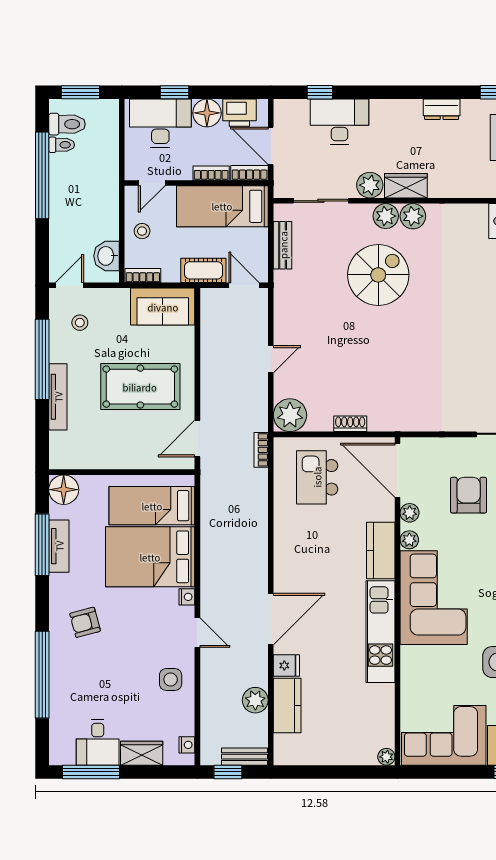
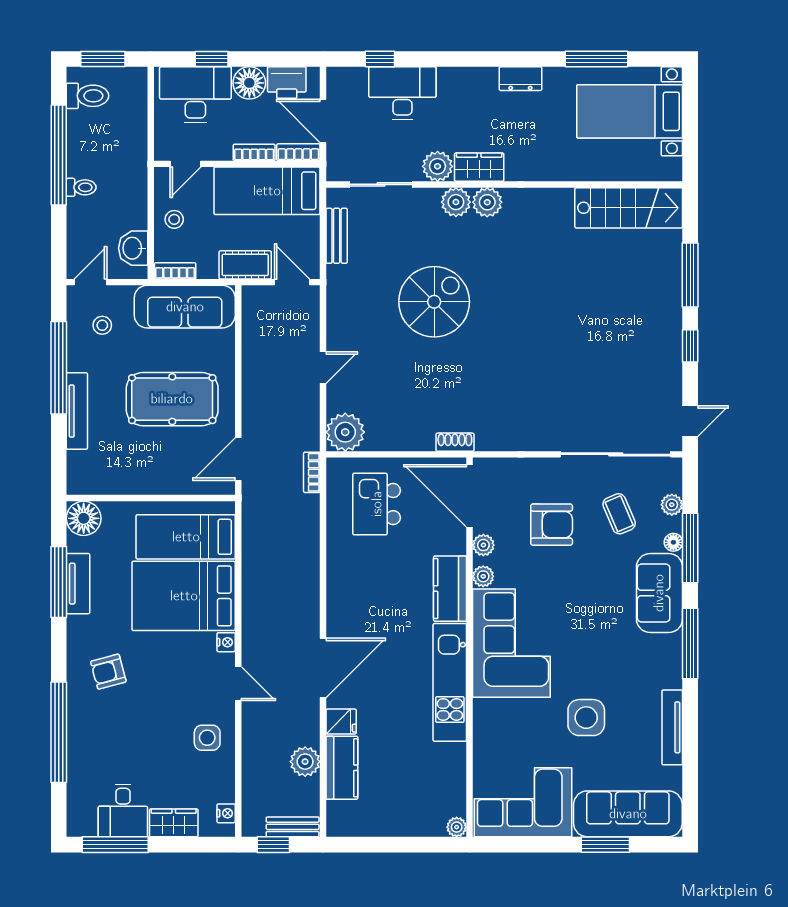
toilet: (62, 145) -> (81, 187), moved
spiral stairs: (378, 275) -> (434, 302), moved
sofa: (163, 307) -> (185, 307), width x1.36
shoe rack: (350, 424) -> (455, 442), moved
armchair: (469, 495) -> (552, 525), turned 90

